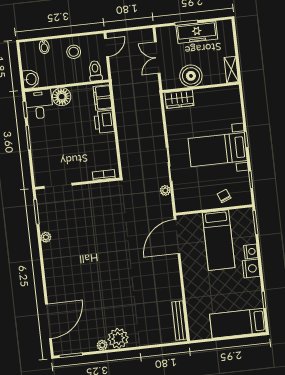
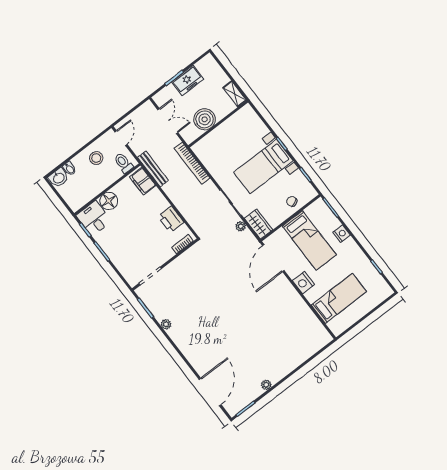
freezer: (197, 32) -> (188, 80), width x0.71
double door: (157, 58) -> (168, 121), swing flipped
washbasin: (31, 79) -> (59, 178), moved, turned 90
wardrobe: (179, 99) -> (258, 224), moved, turned -90
bookcase: (156, 108) -> (192, 163), added
printer: (104, 122) -> (171, 219), moved
nightstand: (251, 268) -> (303, 283), moved, turned 180
bench: (179, 321) -> (153, 169), moved
bed: (238, 323) -> (339, 298), moved, turned 180
plant: (118, 338) -> (276, 371), removed

